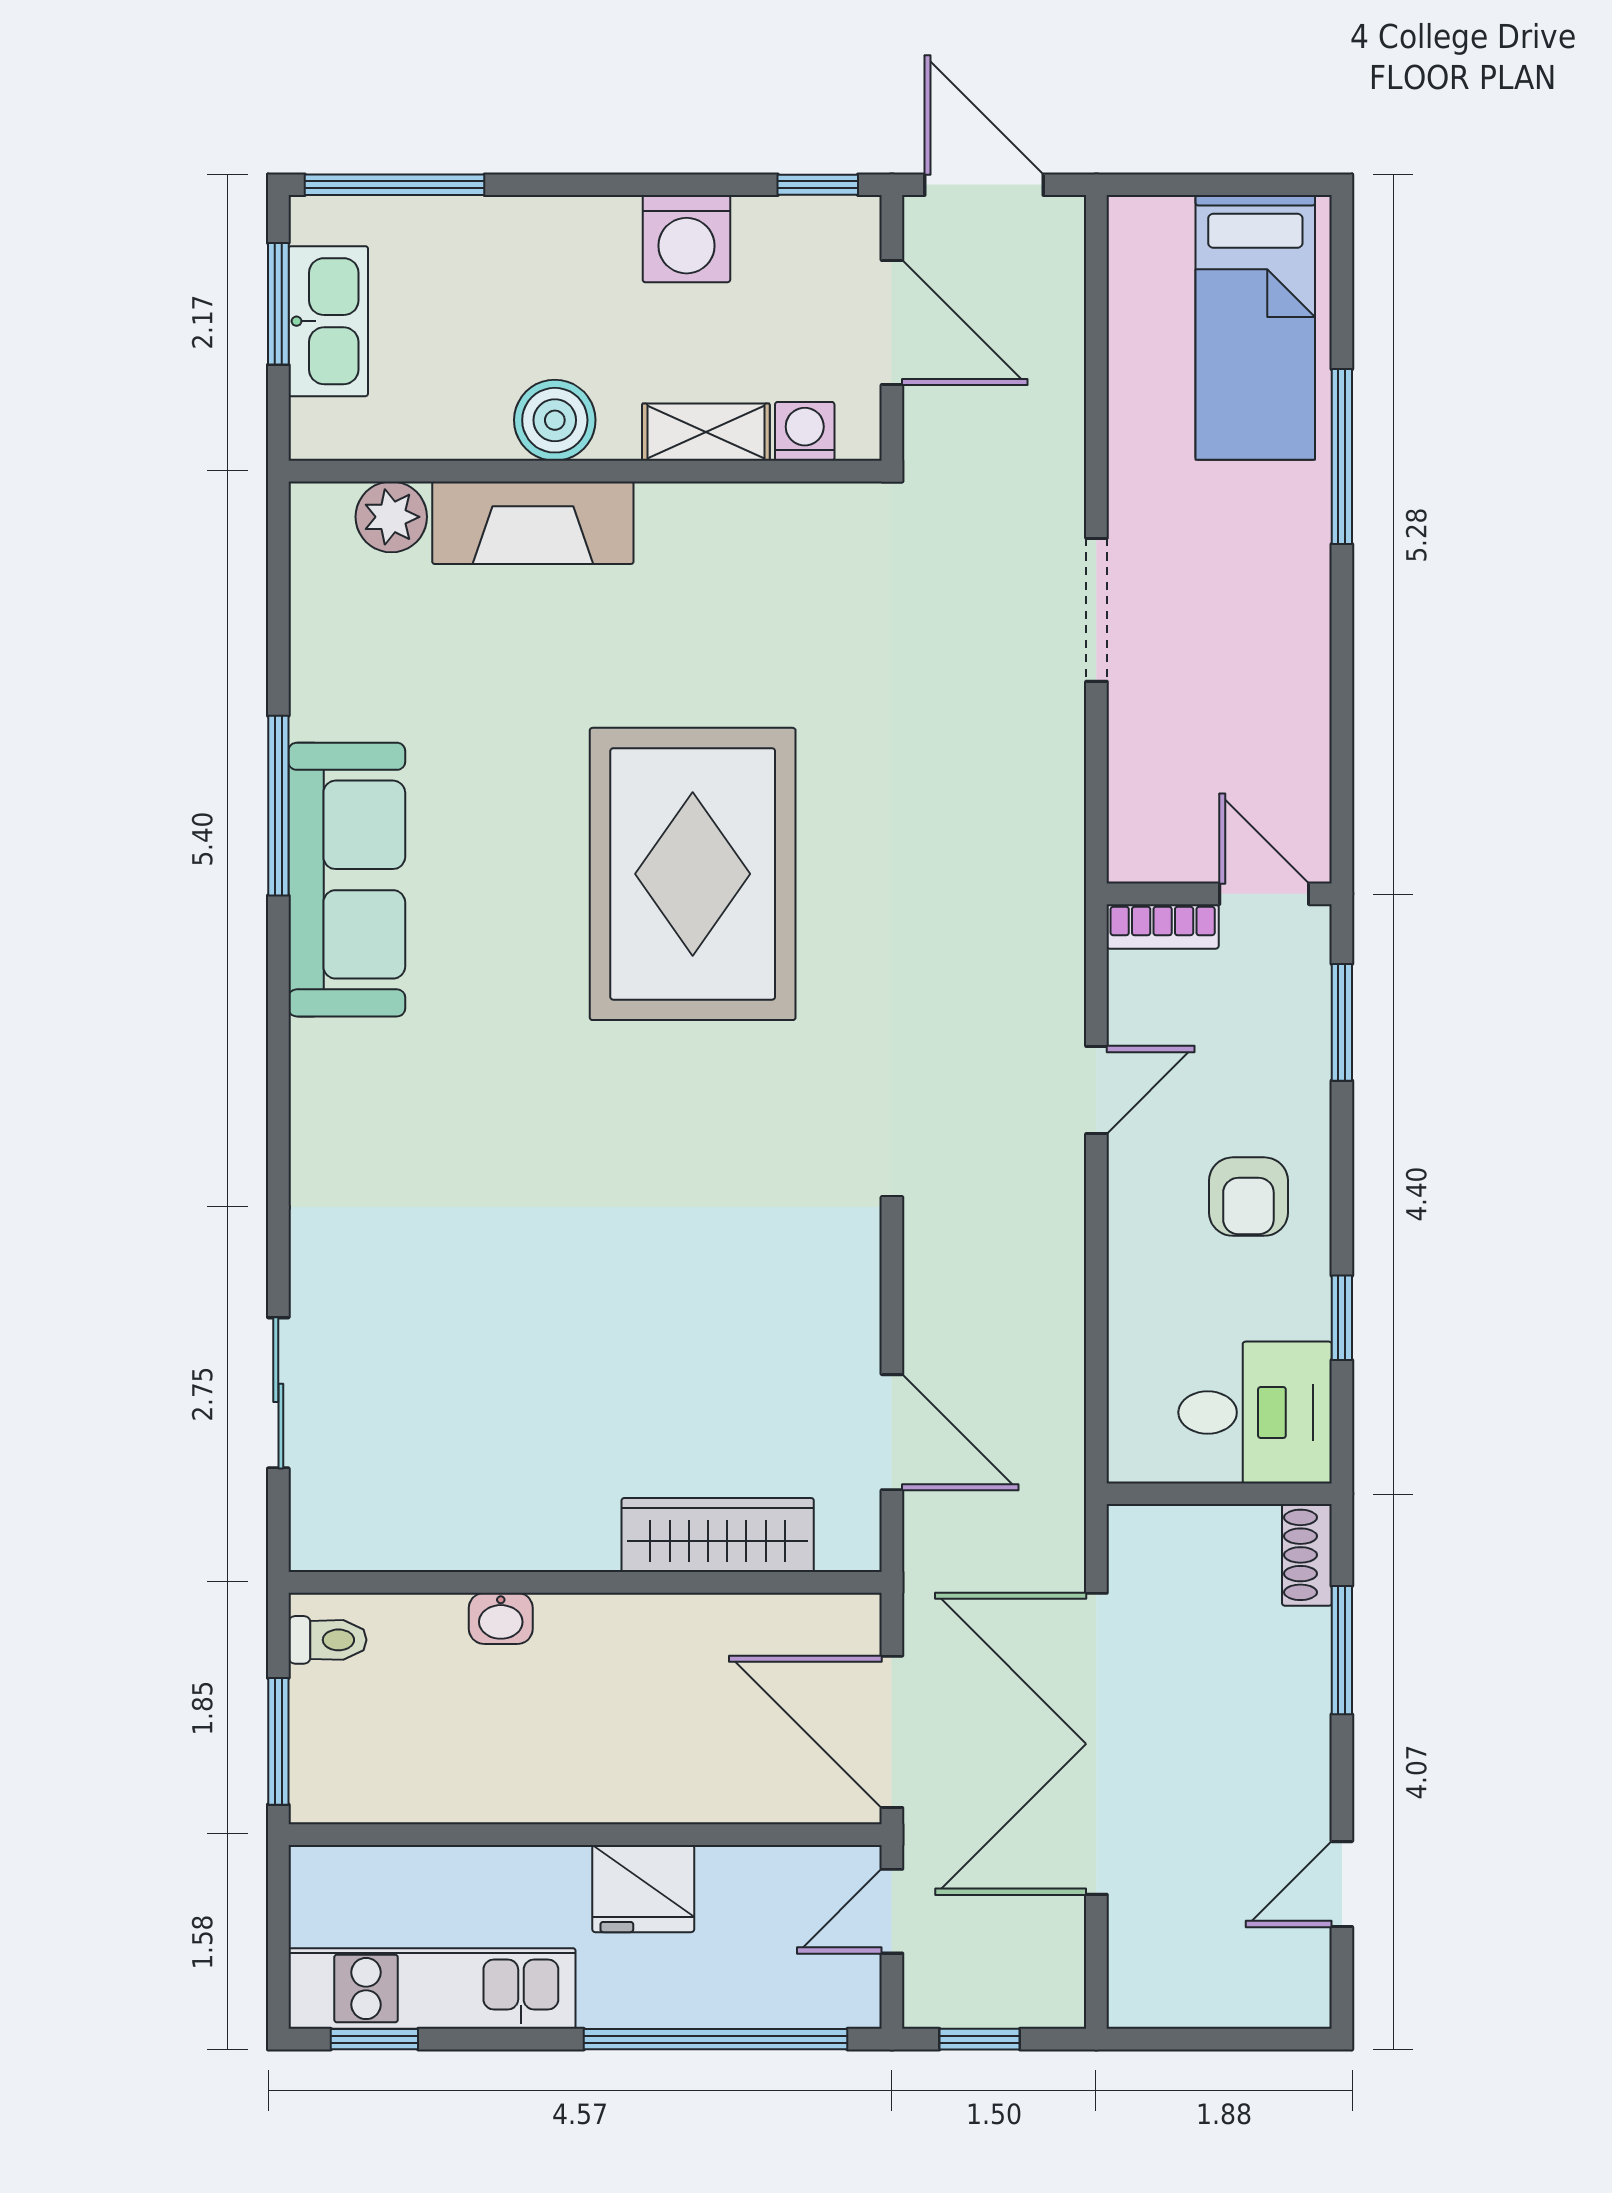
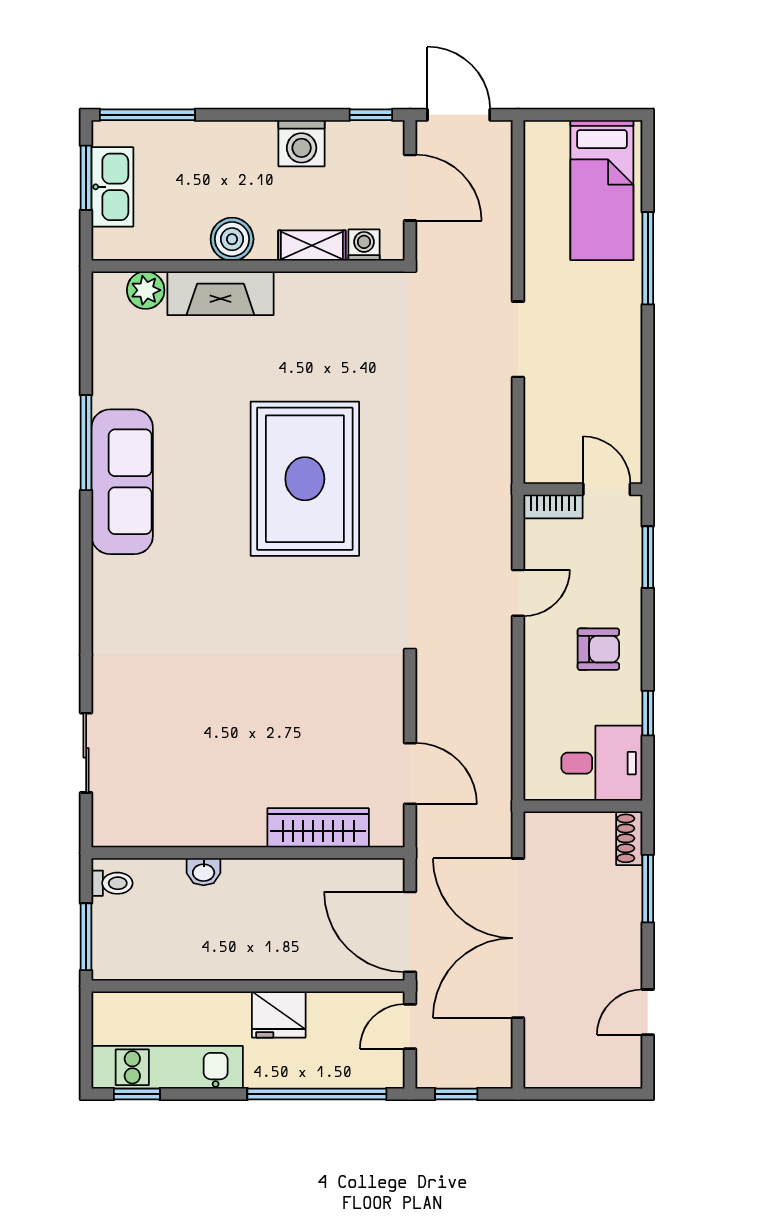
armchair: (1248, 1197) -> (598, 649), turned -90

